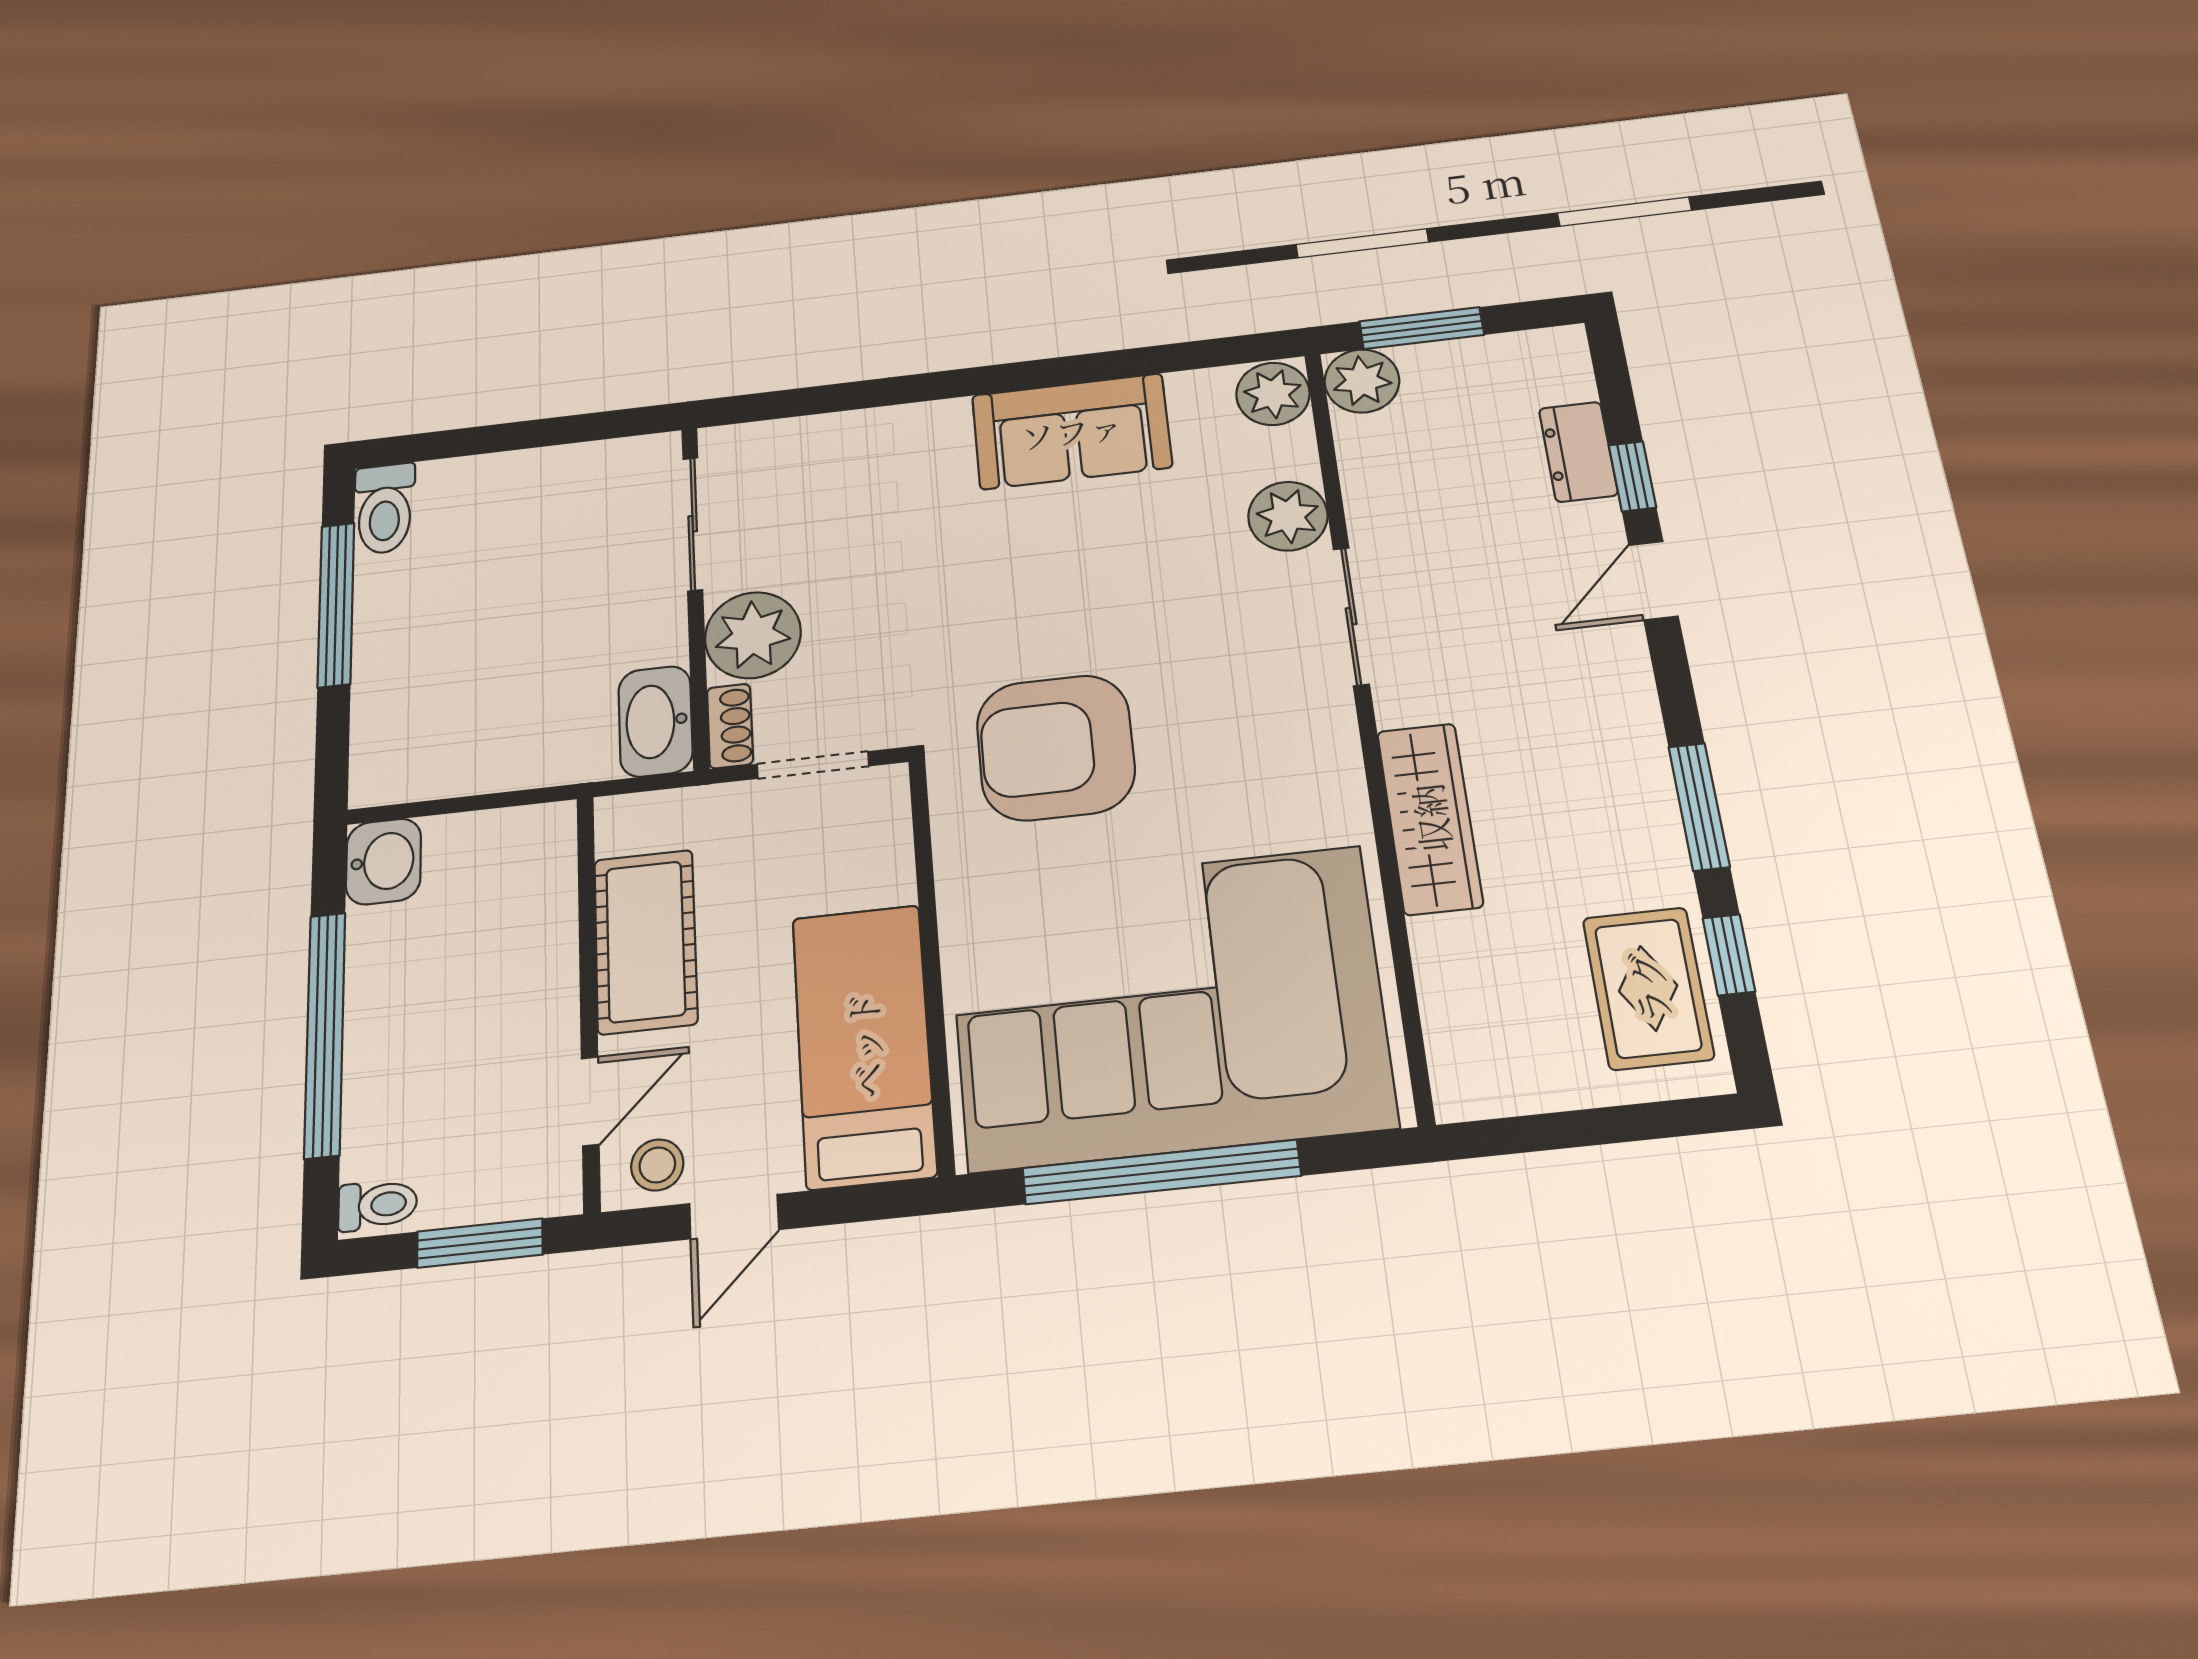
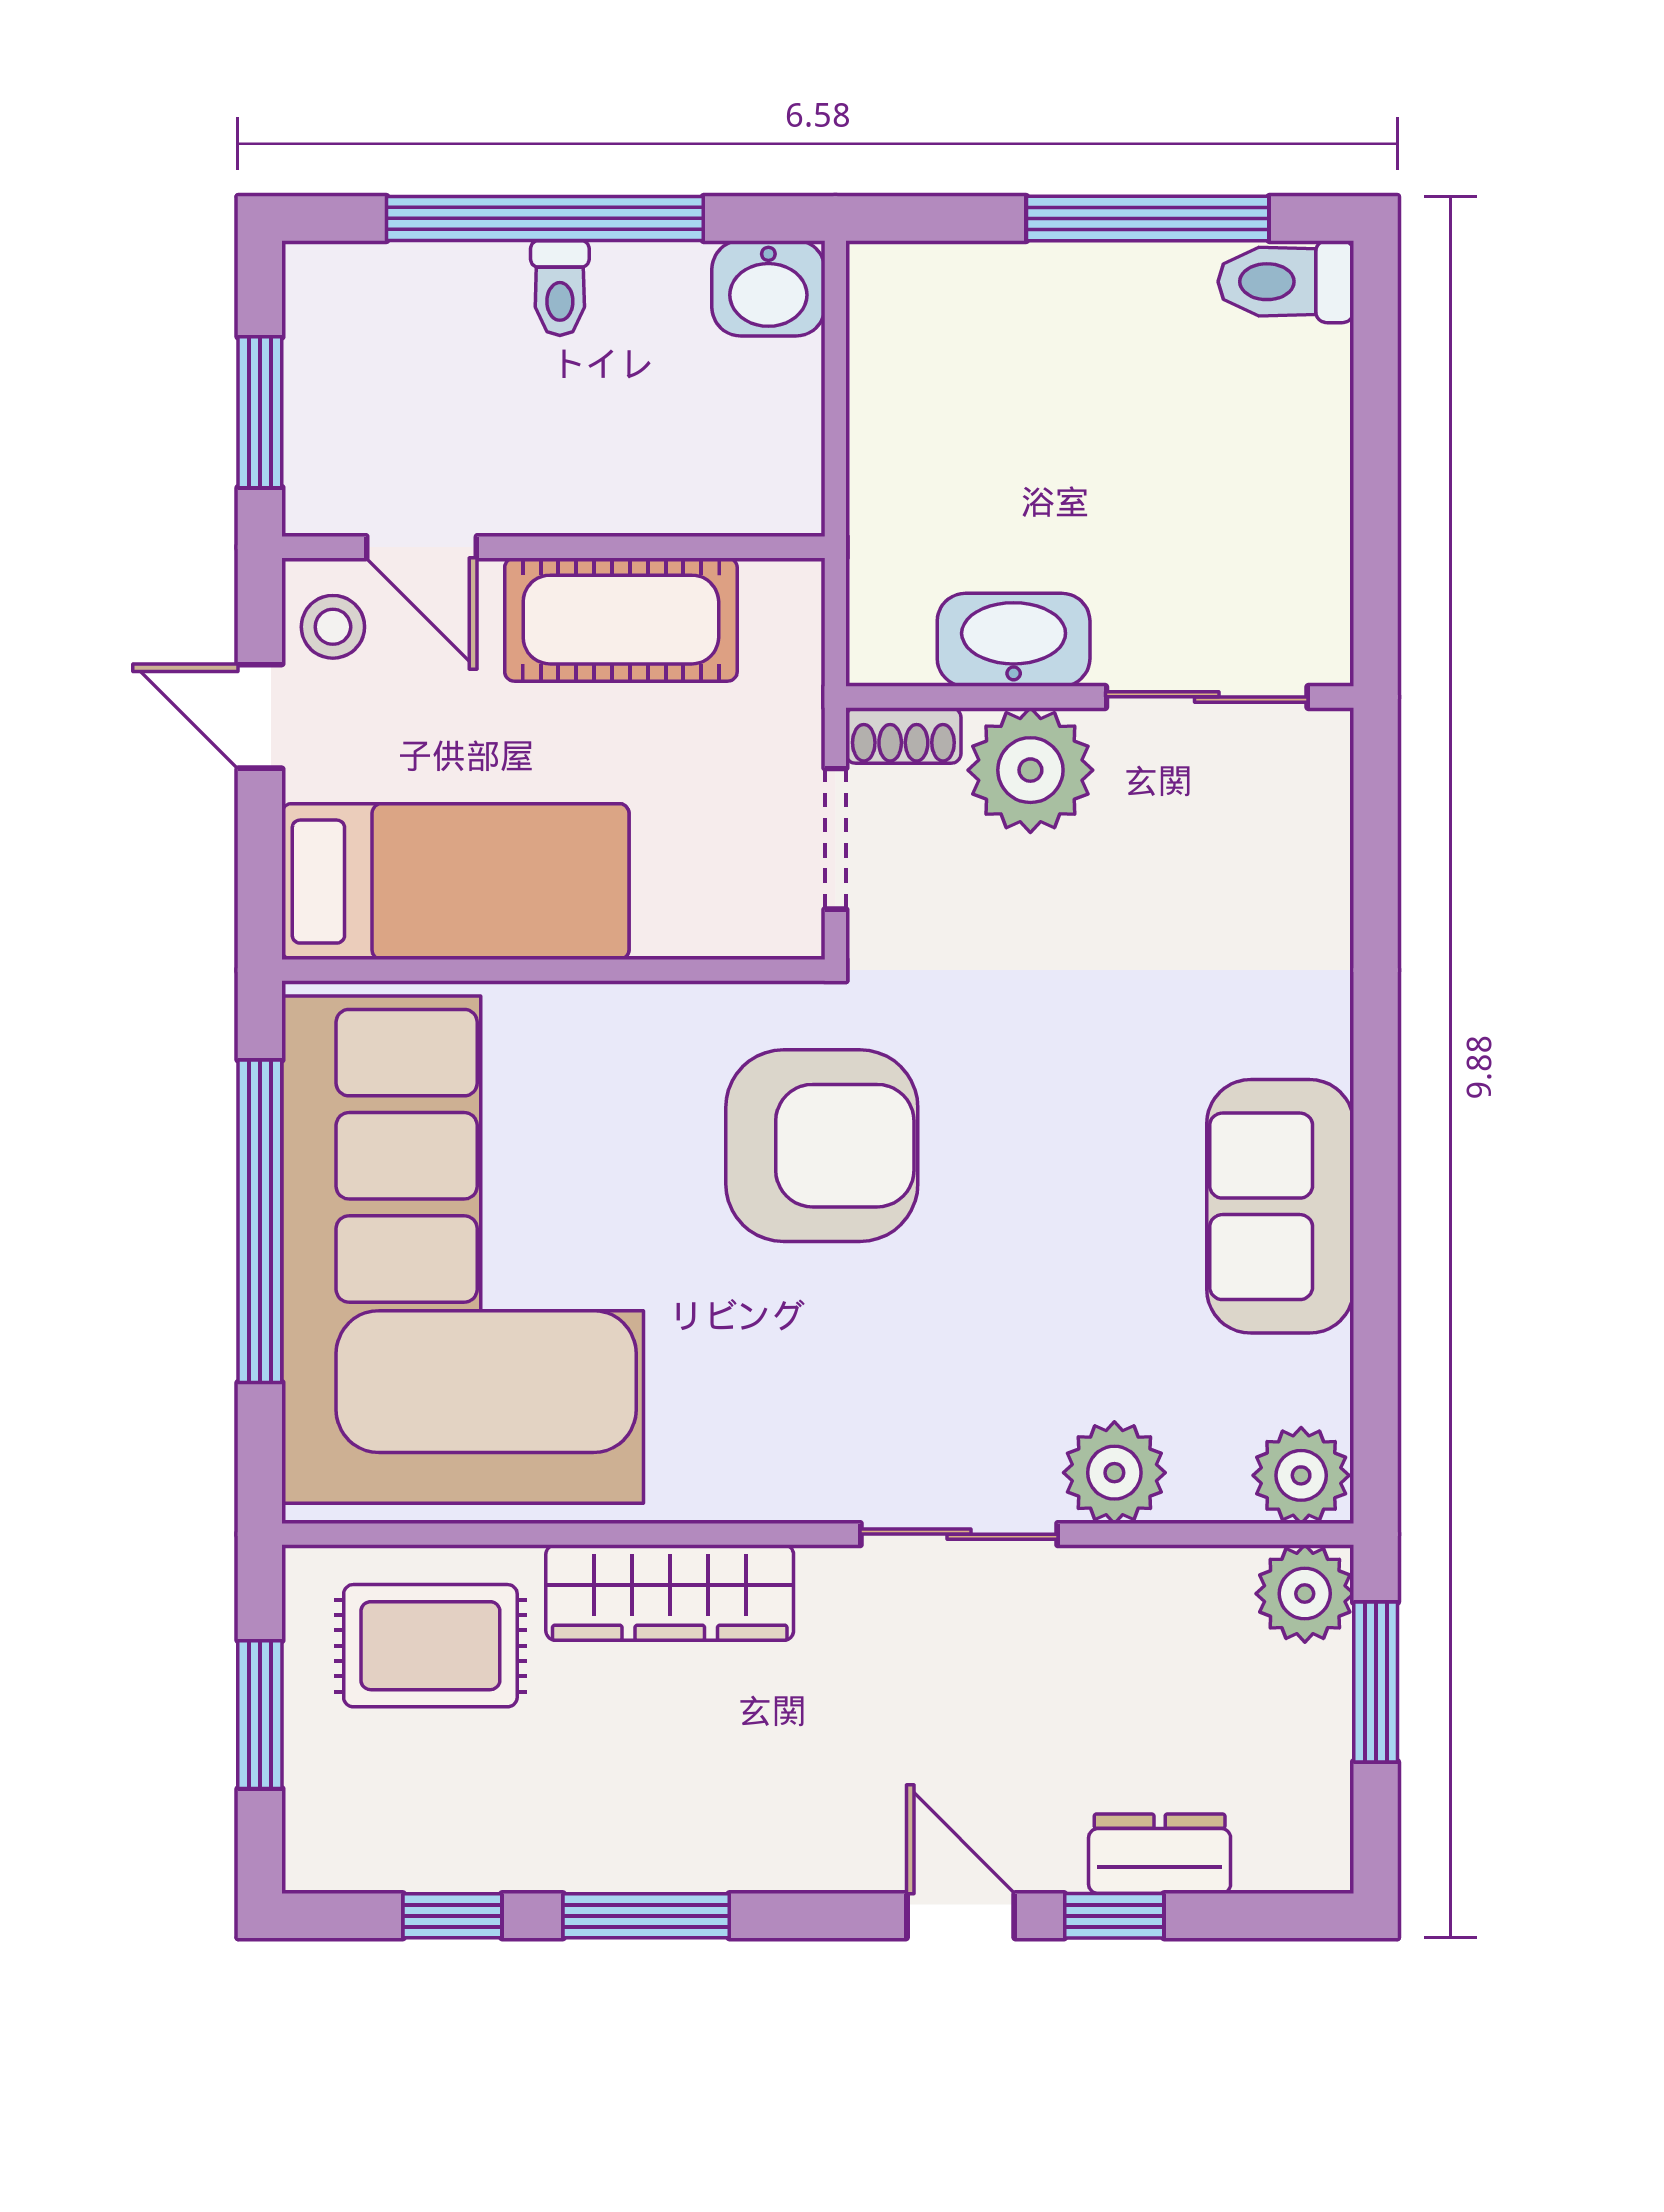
washbasin: (655, 721) -> (1014, 640), moved
armchair: (1056, 748) -> (822, 1146), turned 90
rug: (1648, 988) -> (430, 1646), moved
window: (1585, 1128) -> (260, 1715), added
toilet: (378, 1205) -> (560, 288), moved

